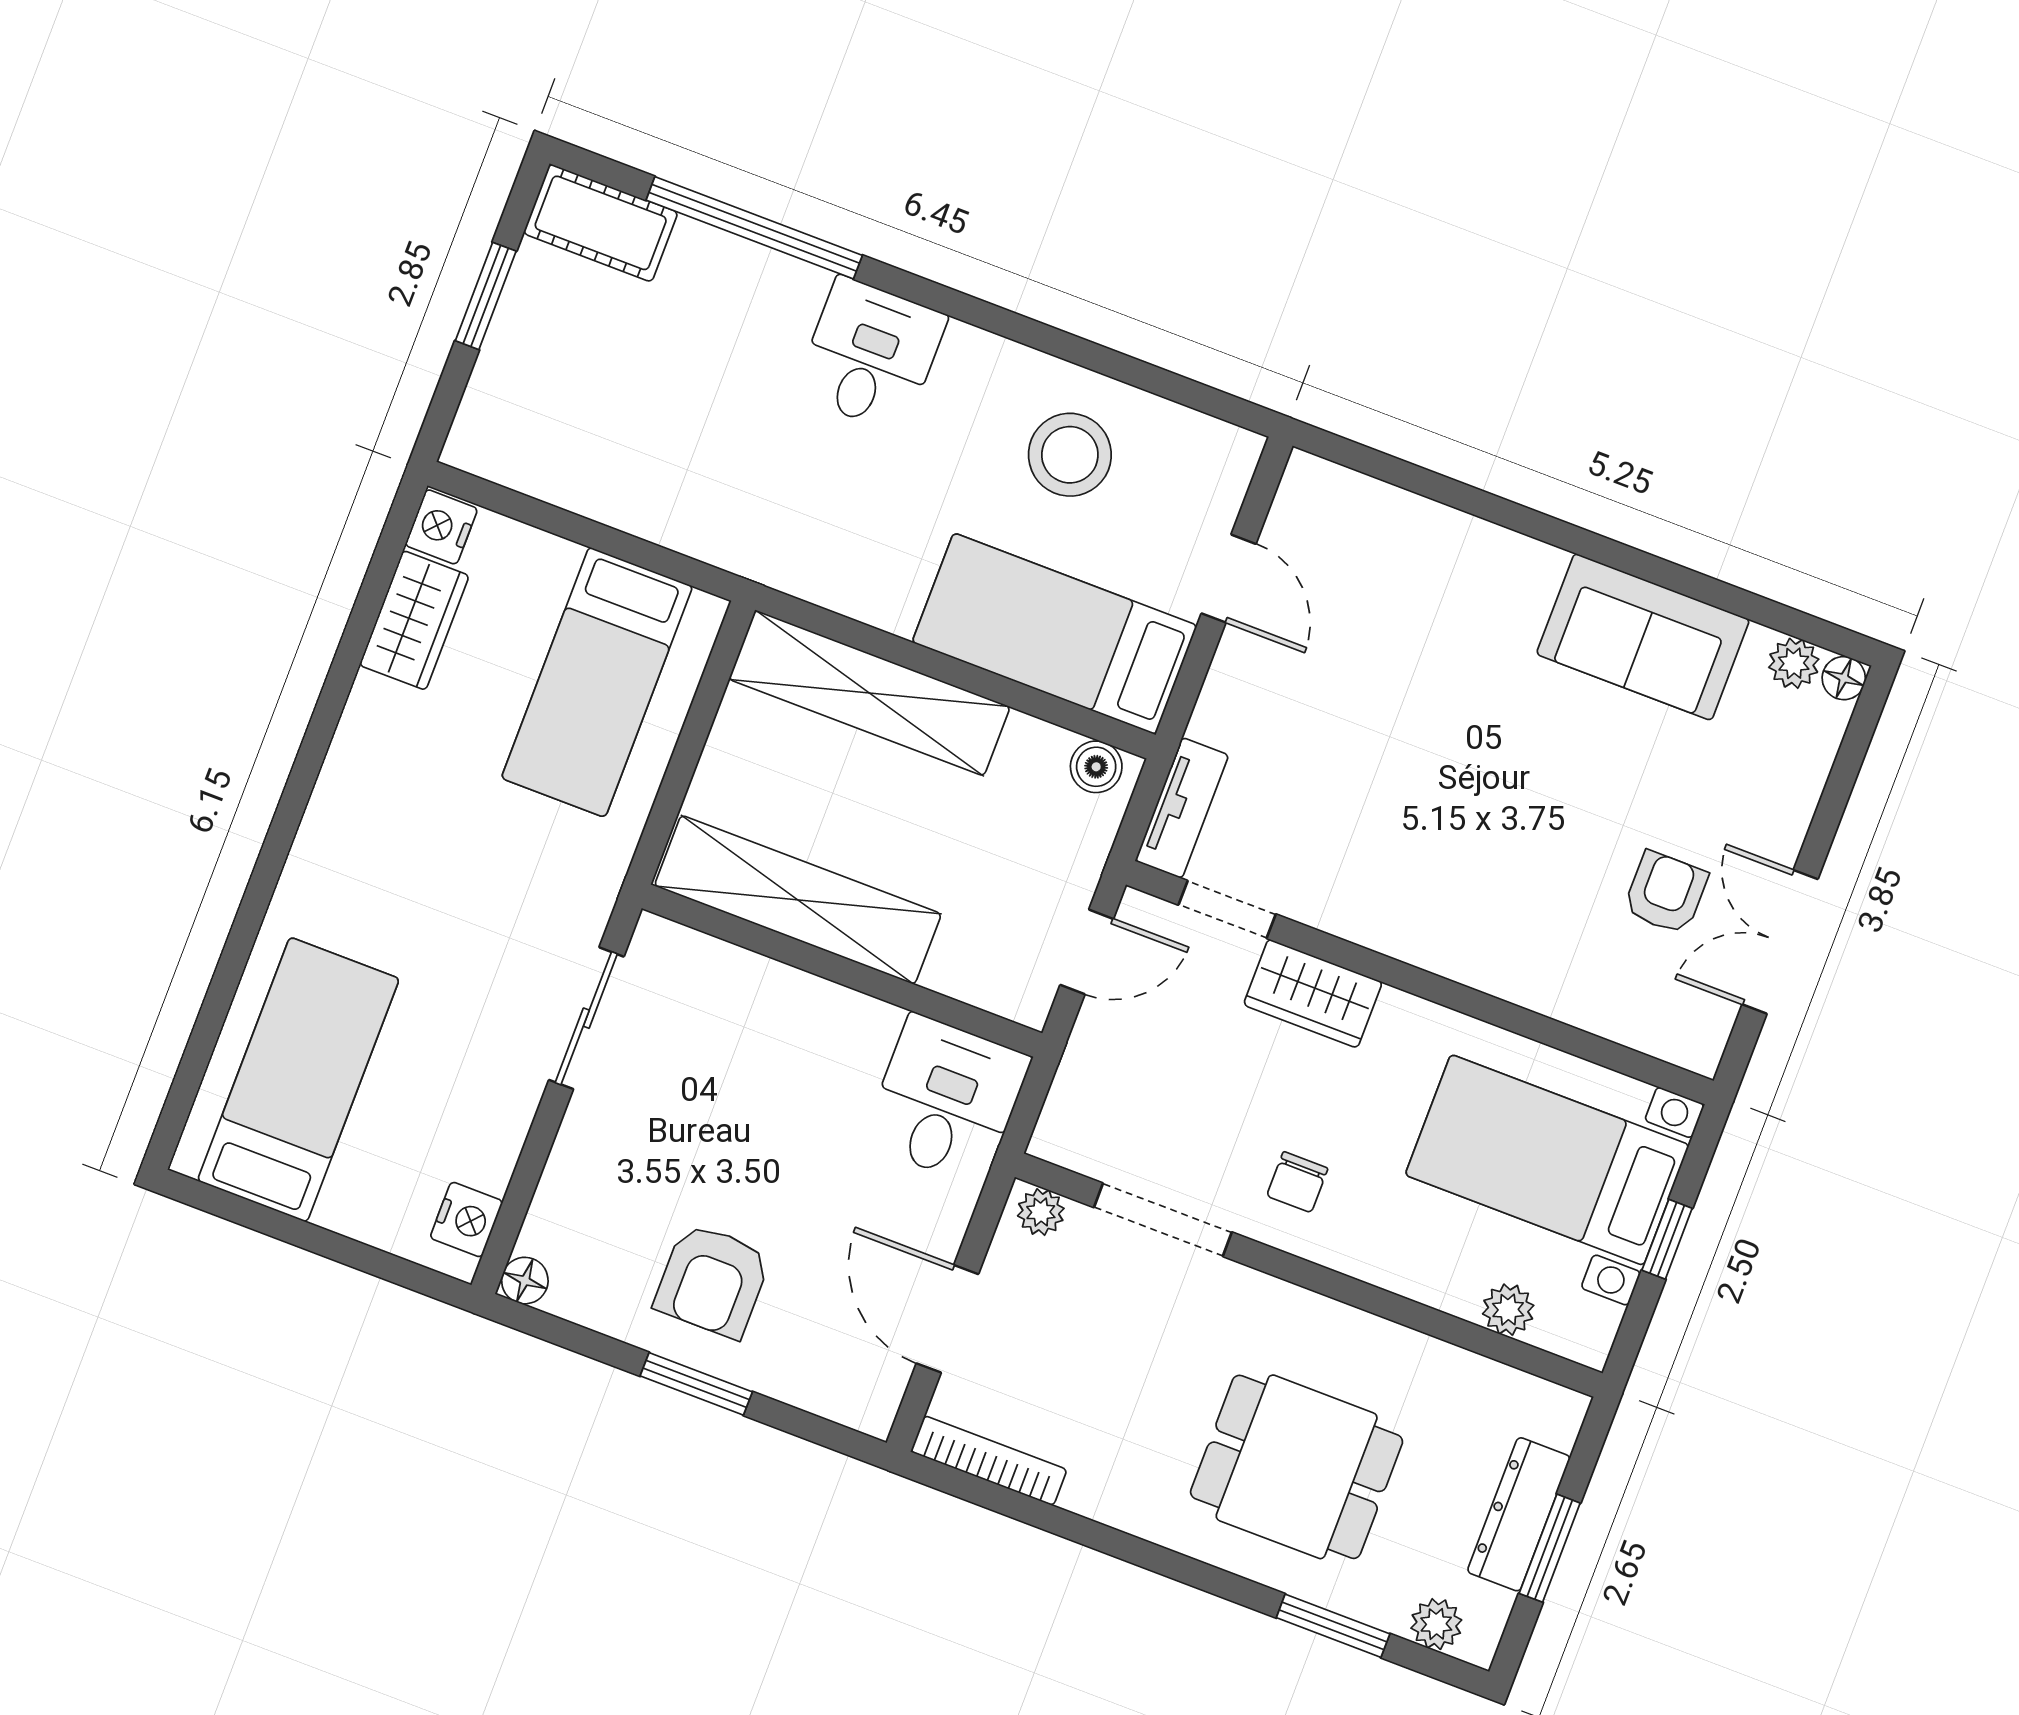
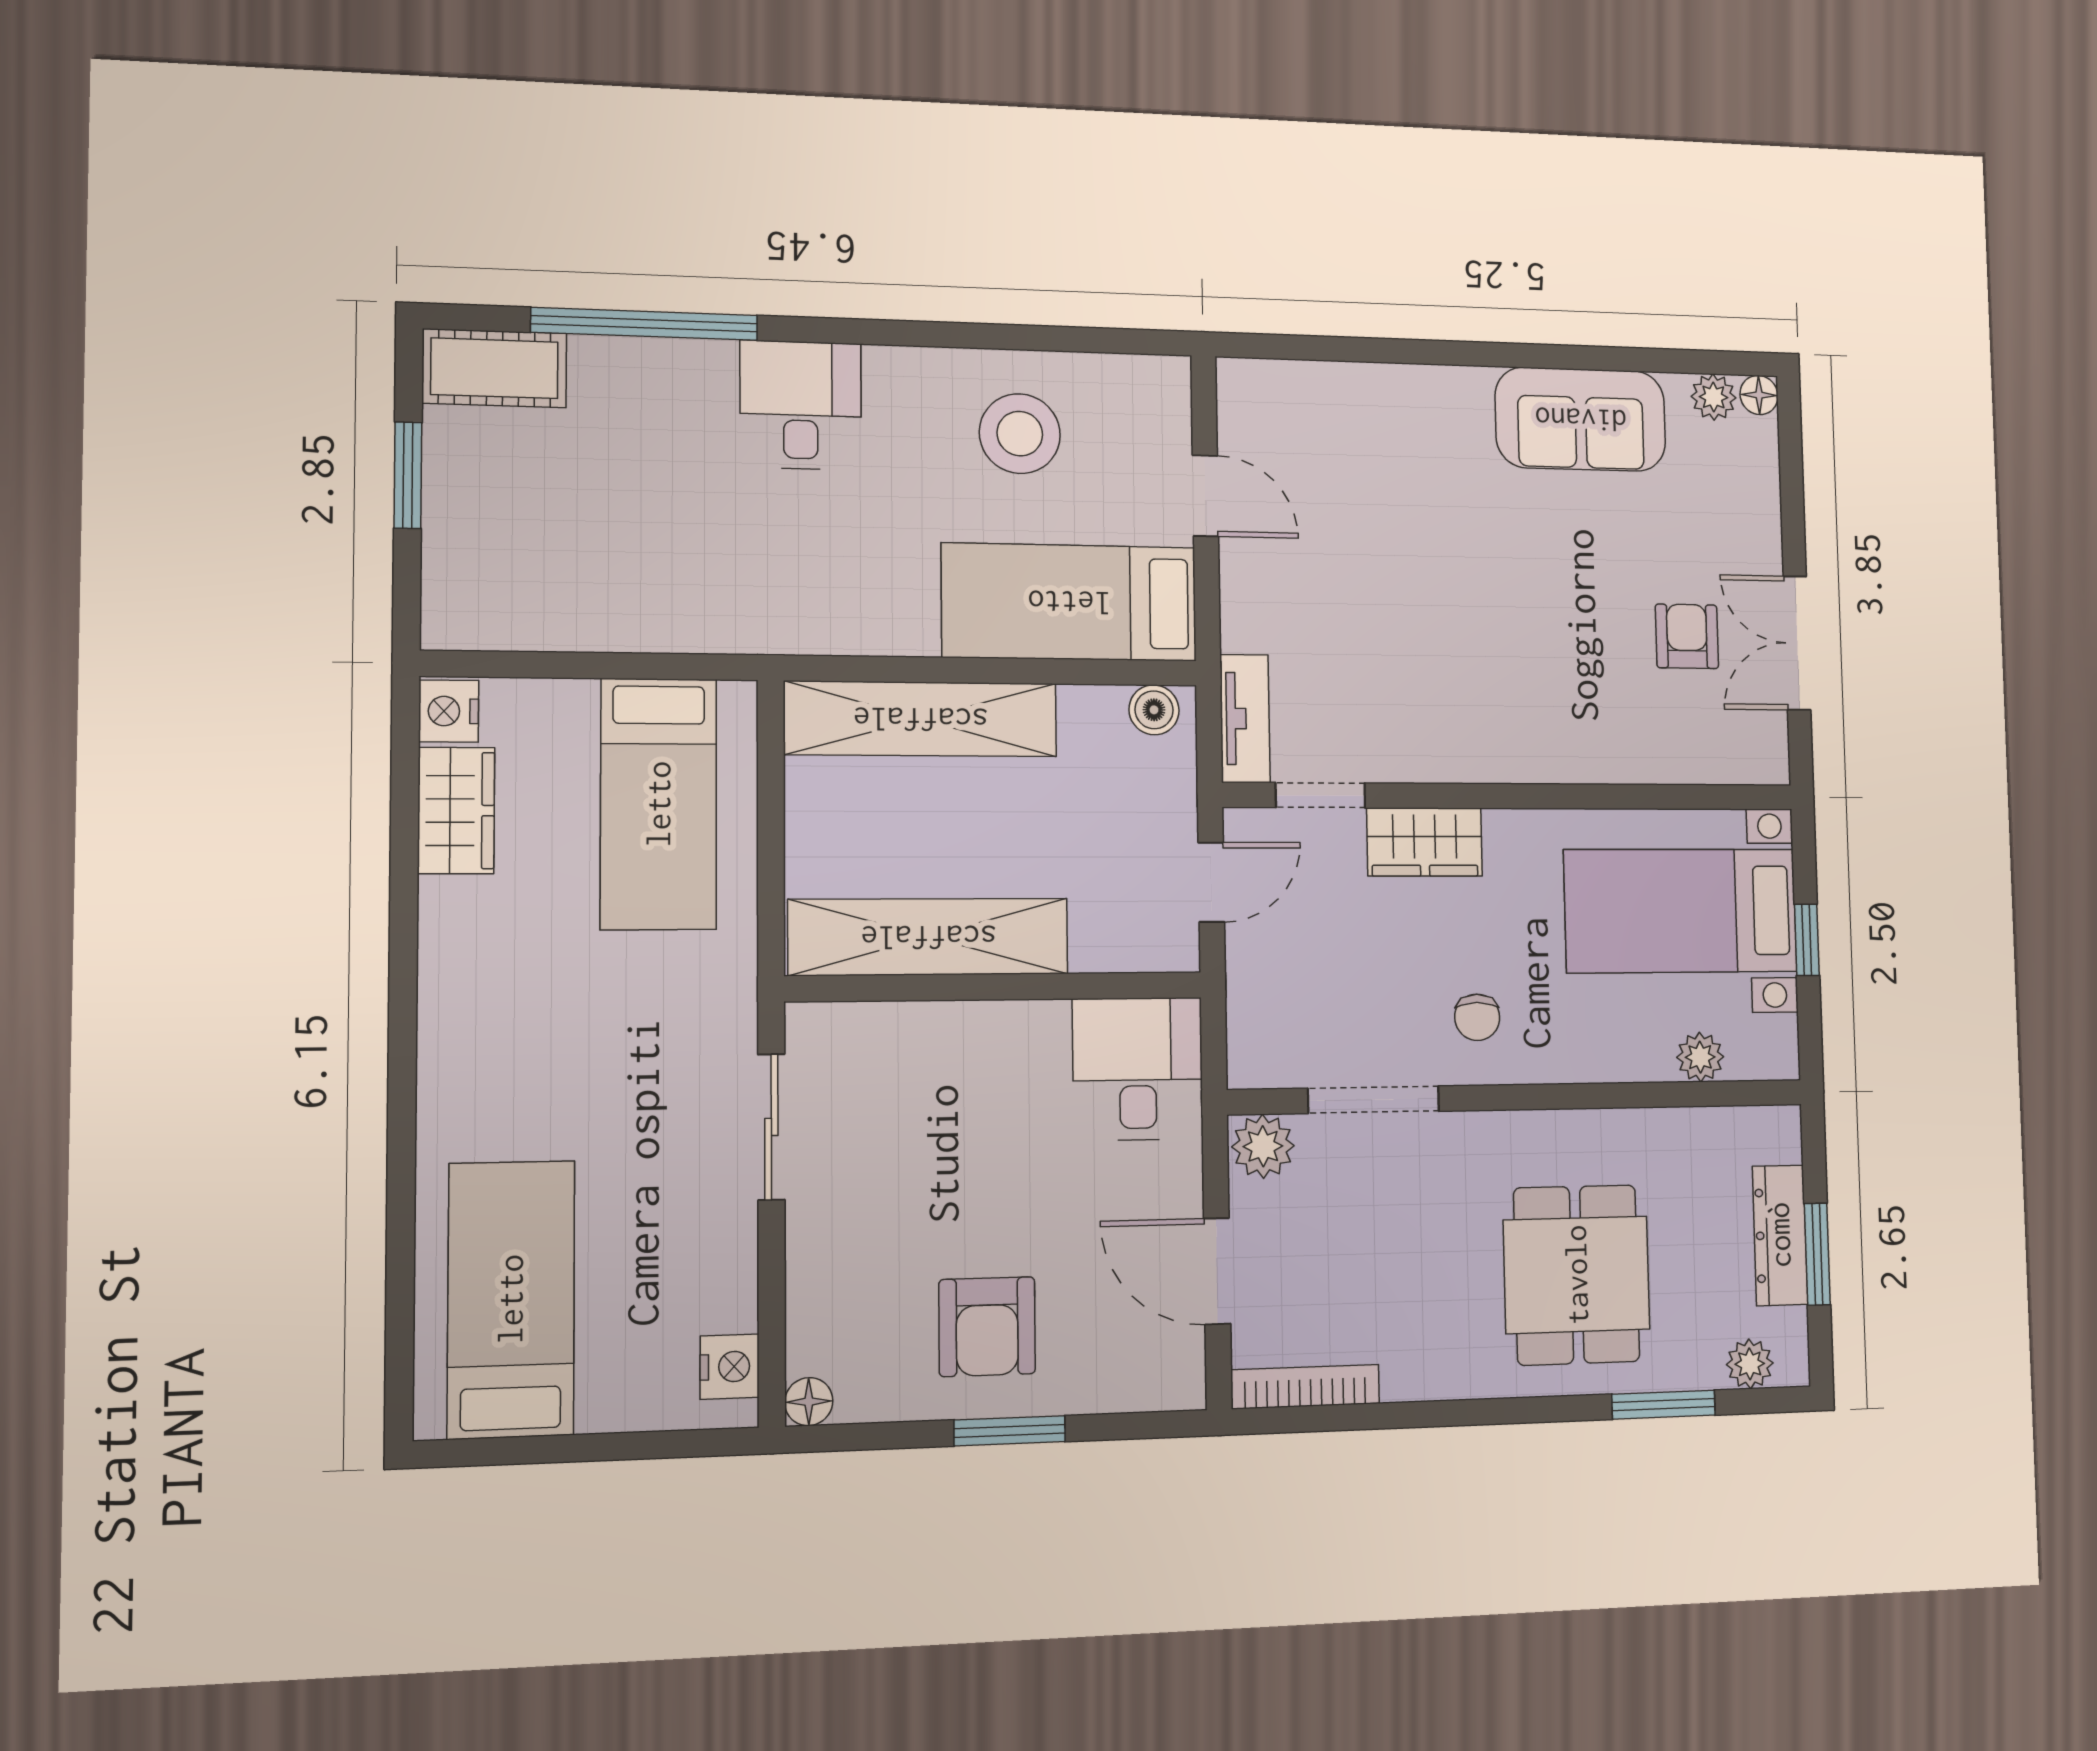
plant: (1041, 1212) -> (1263, 1146), width x1.38, depth x1.38
dining table: (1297, 1467) -> (1577, 1275), turned 90

